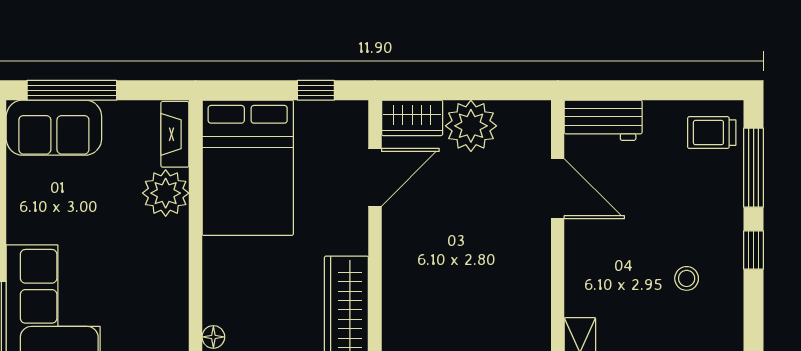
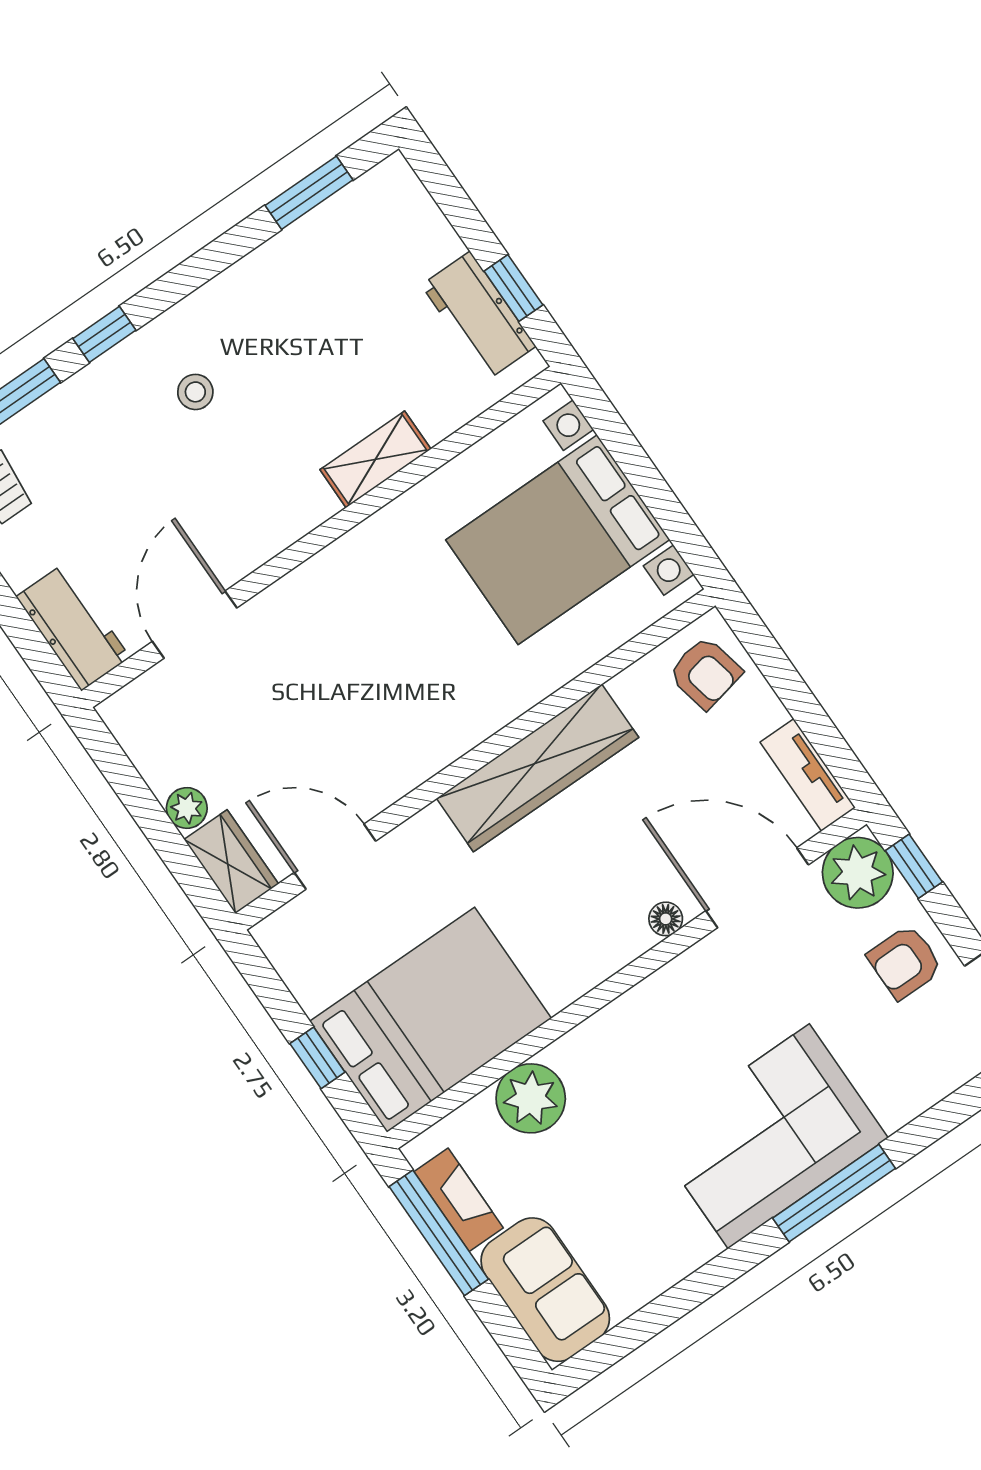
window: (72, 90) -> (439, 1233), moved
window: (316, 90) -> (317, 1058), moved
plant: (471, 126) -> (187, 808), width x0.53, depth x0.53
fireplace: (175, 134) -> (459, 1200), moved, turned -90

